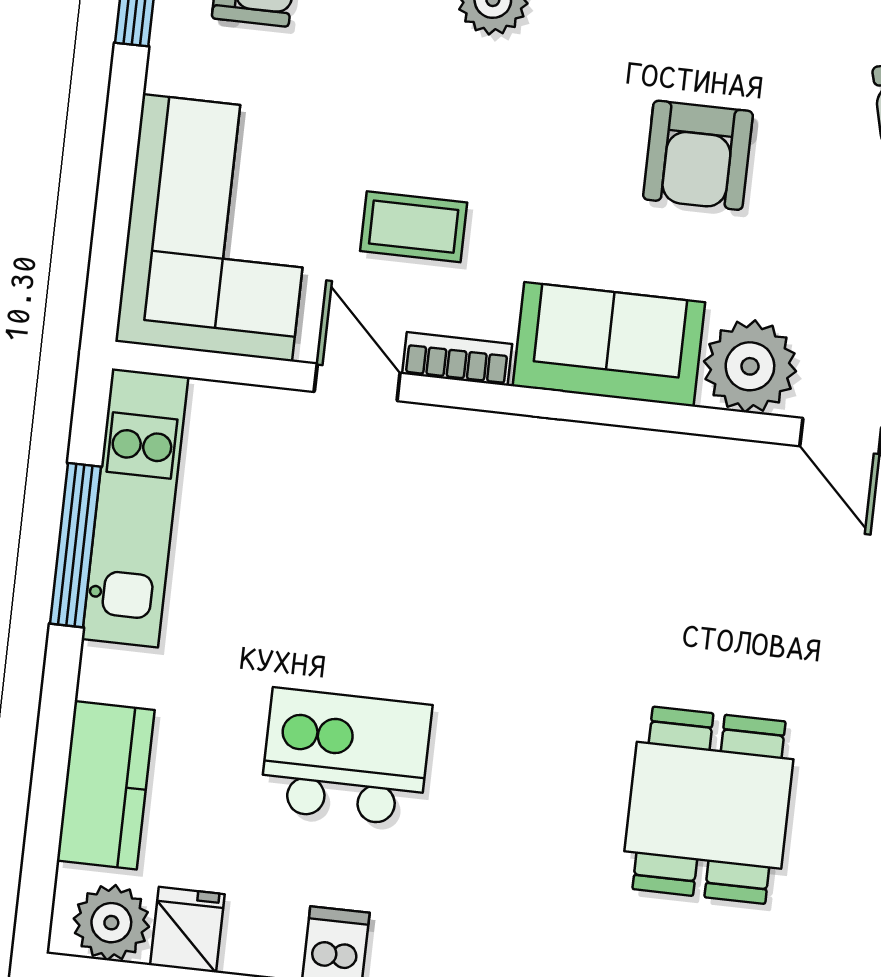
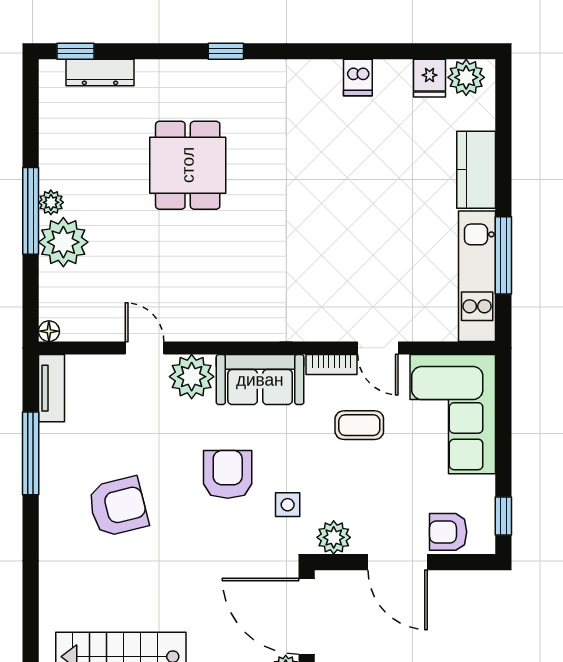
side table: (581, 78) -> (288, 505), added
kitchen island: (346, 757) -> (363, 169), removed
kitchen counter: (106, 785) -> (476, 170), moved

